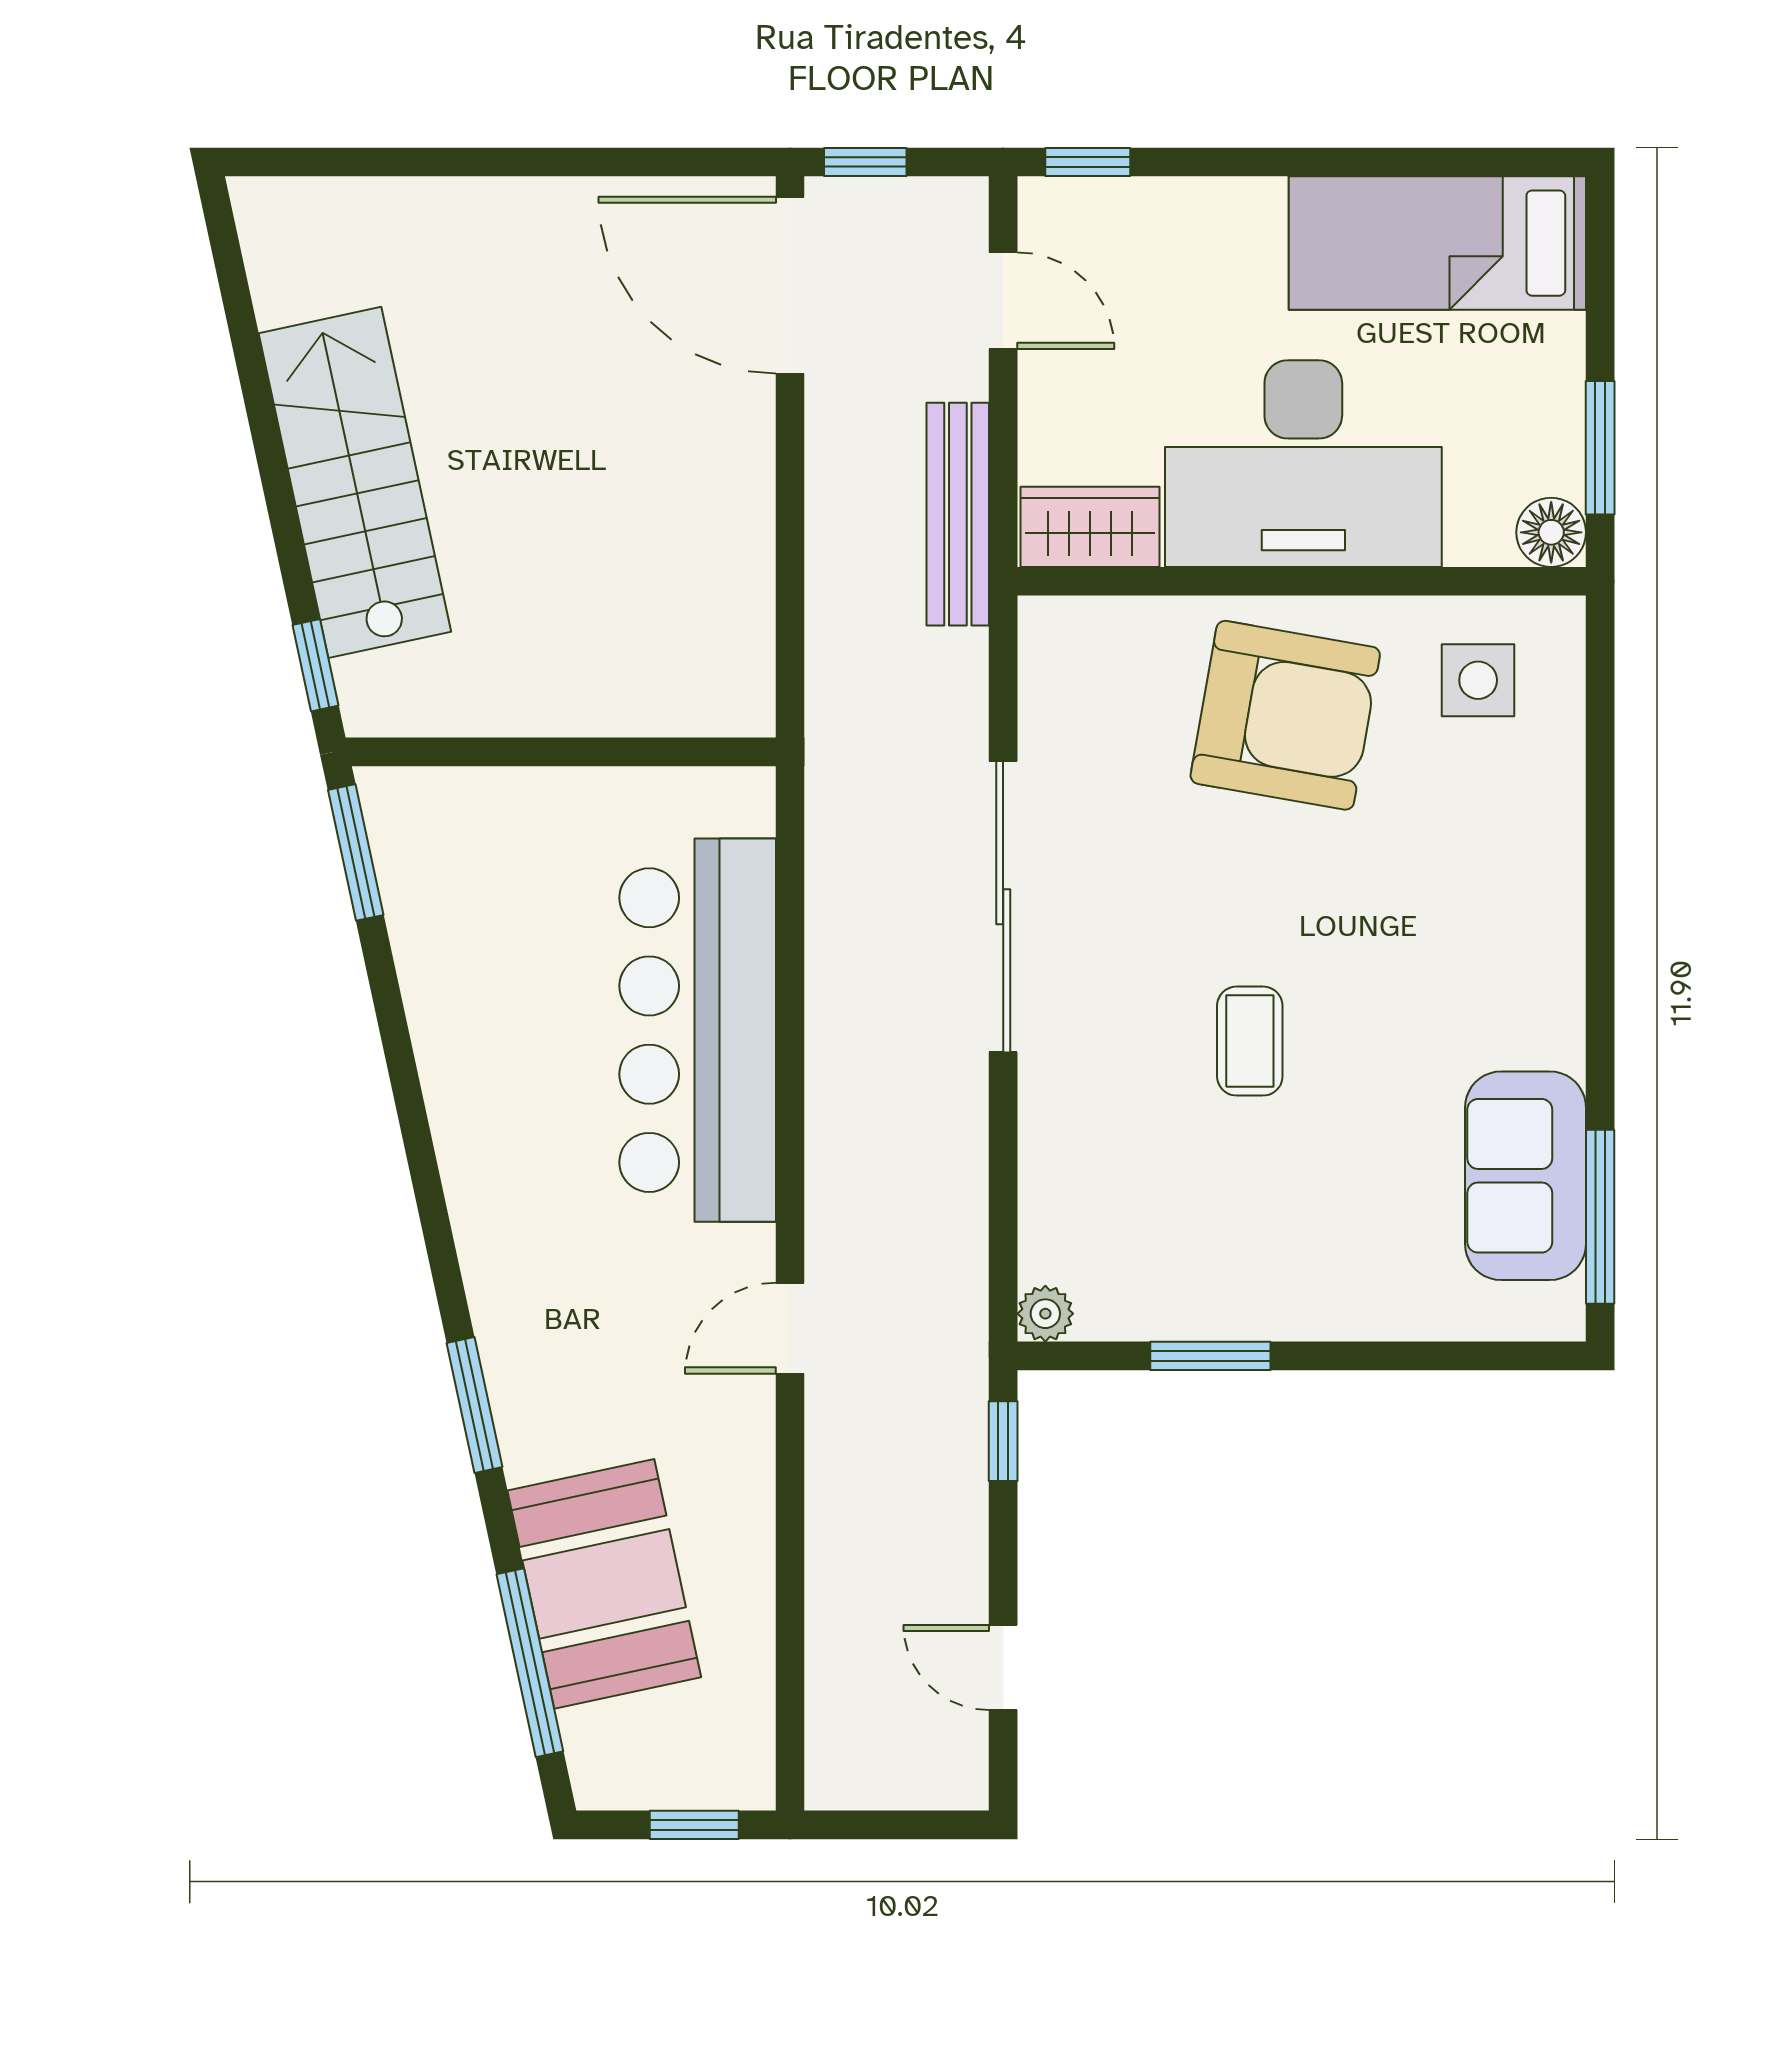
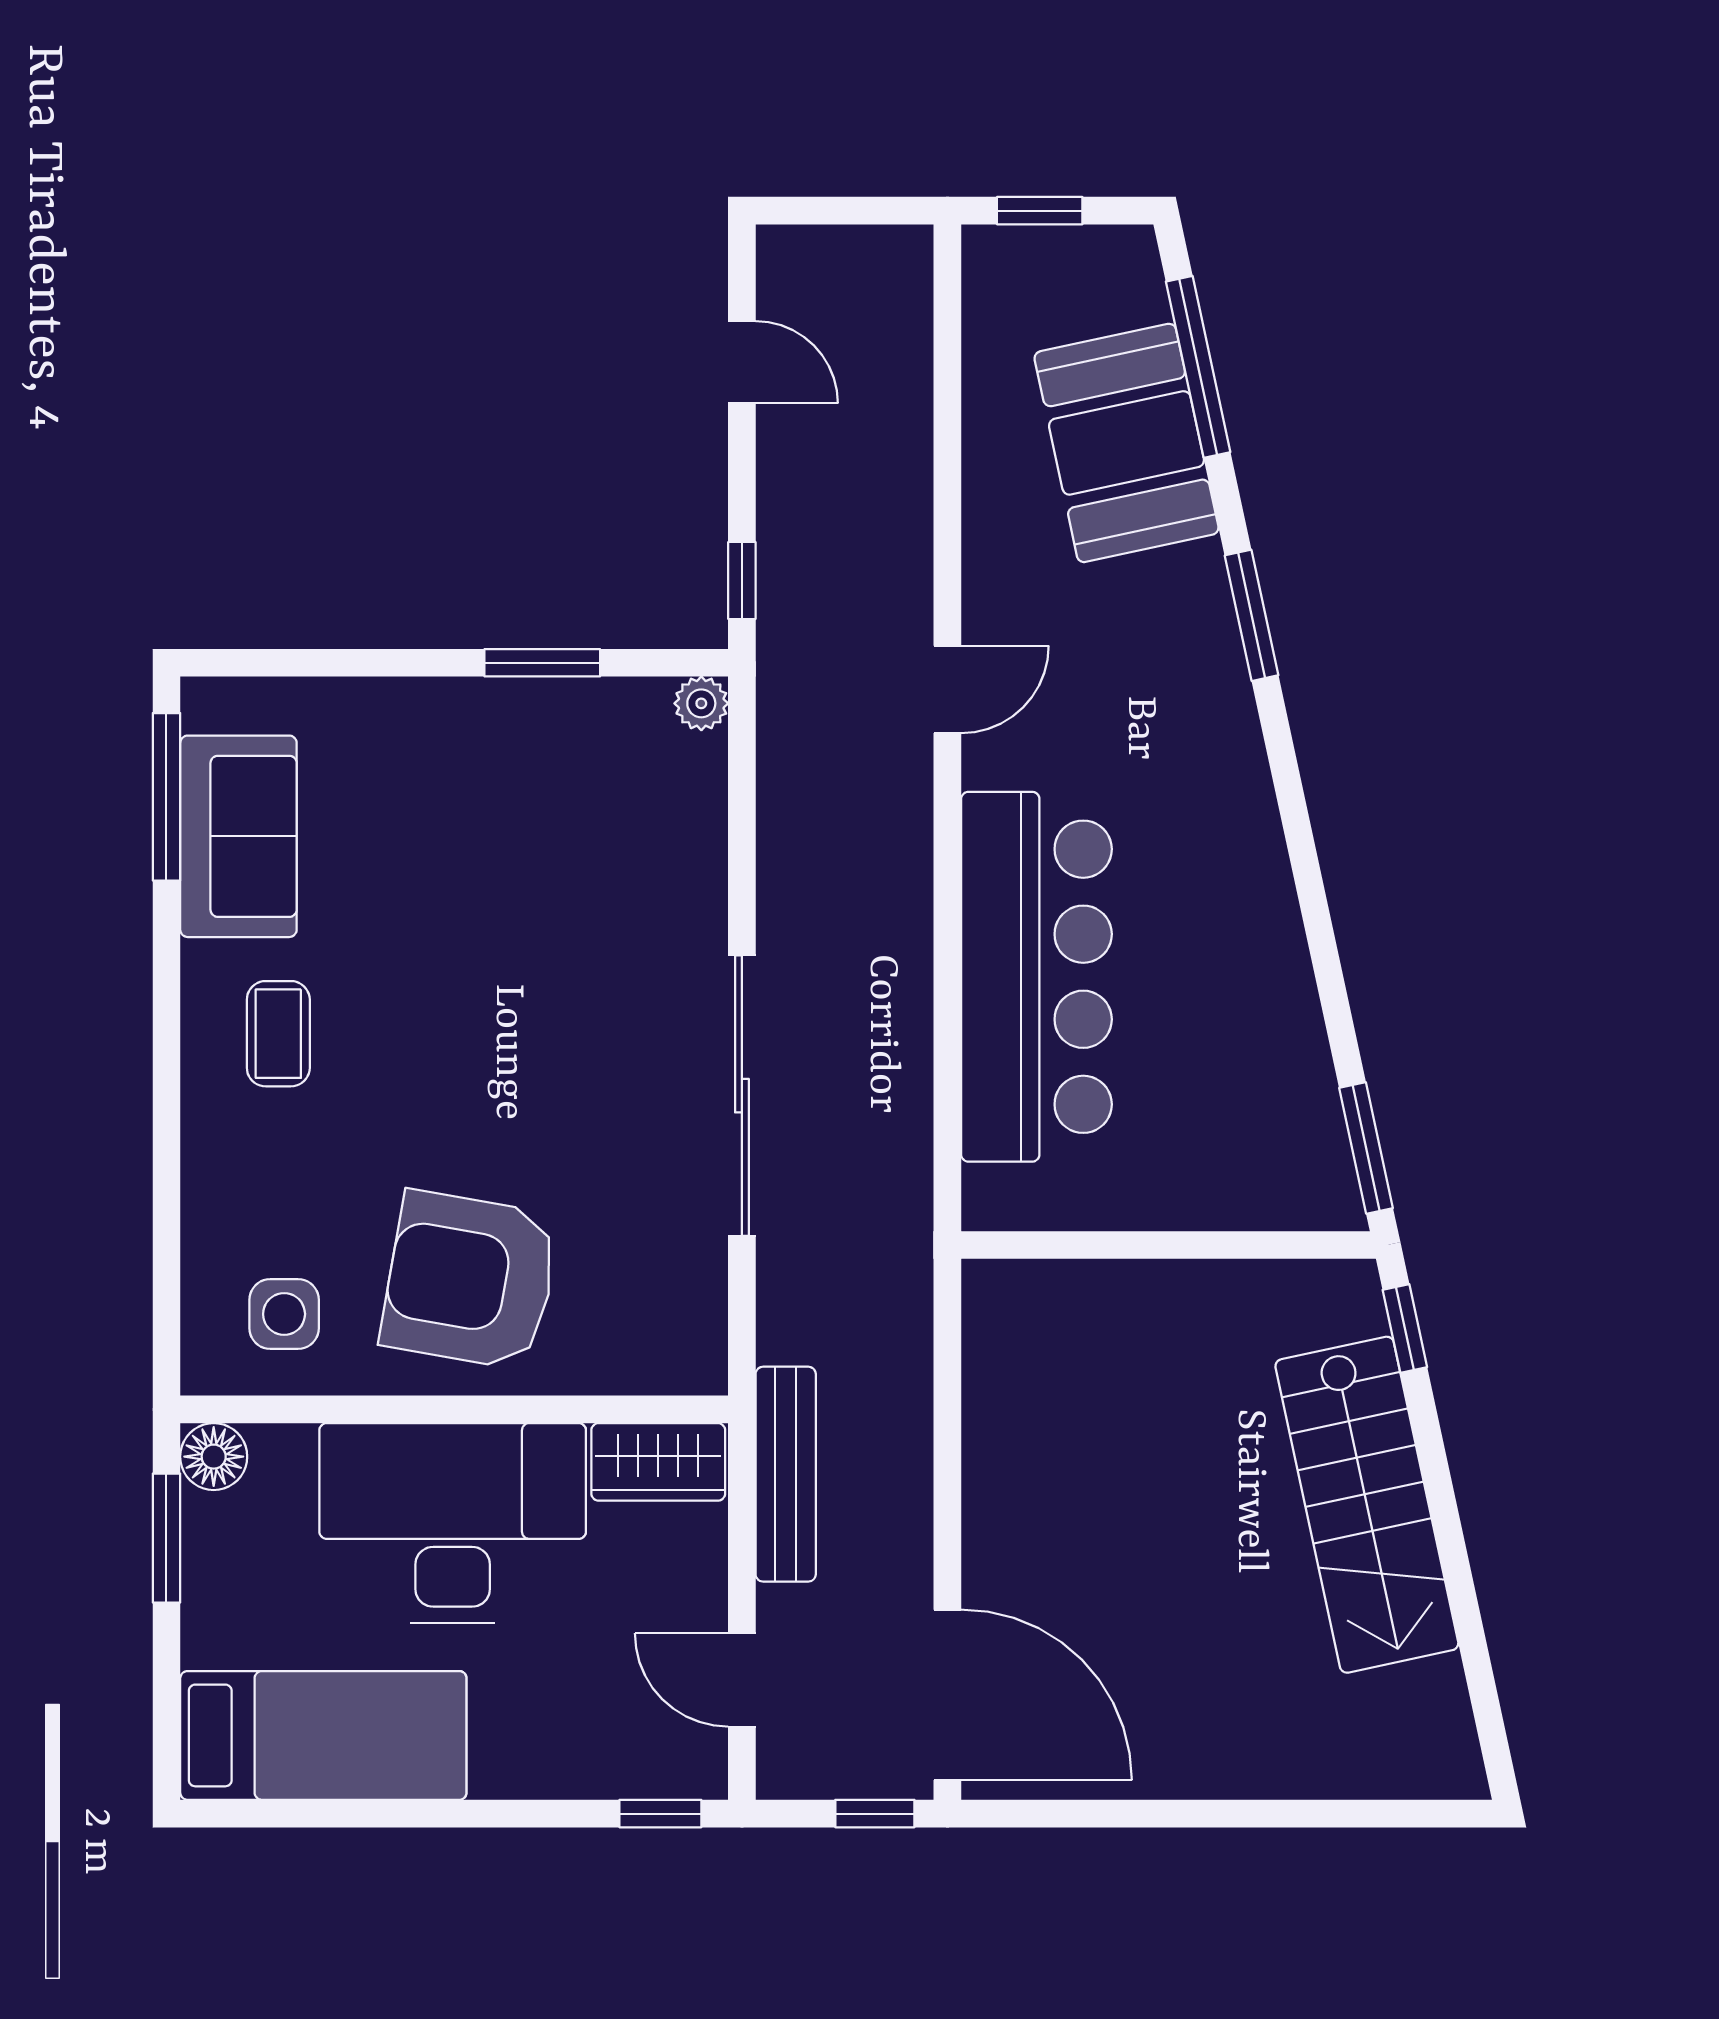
coffee table: (1250, 1041) -> (278, 1034), moved

